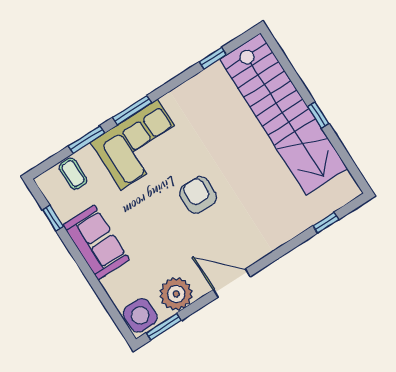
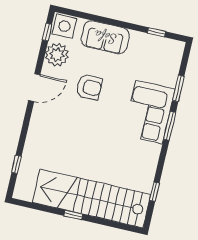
coffee table: (73, 174) -> (168, 65), removed
armchair: (198, 195) -> (89, 87), moved
sofa: (96, 242) -> (105, 37), moved
window: (164, 327) -> (47, 32), width x0.67

